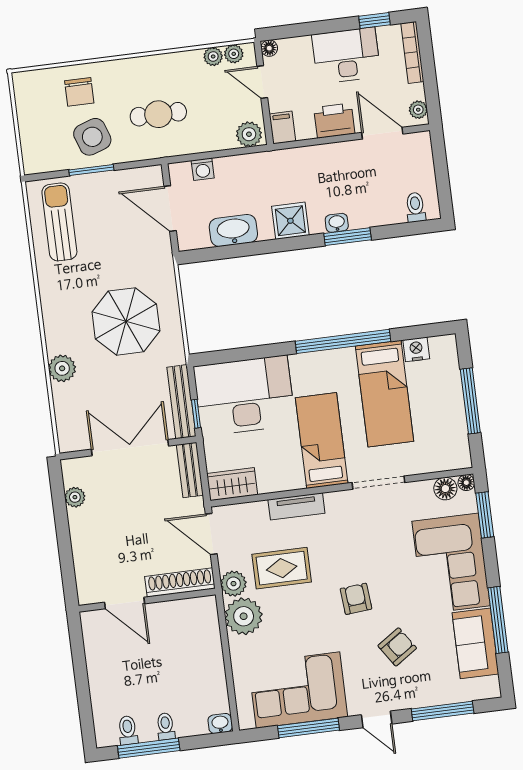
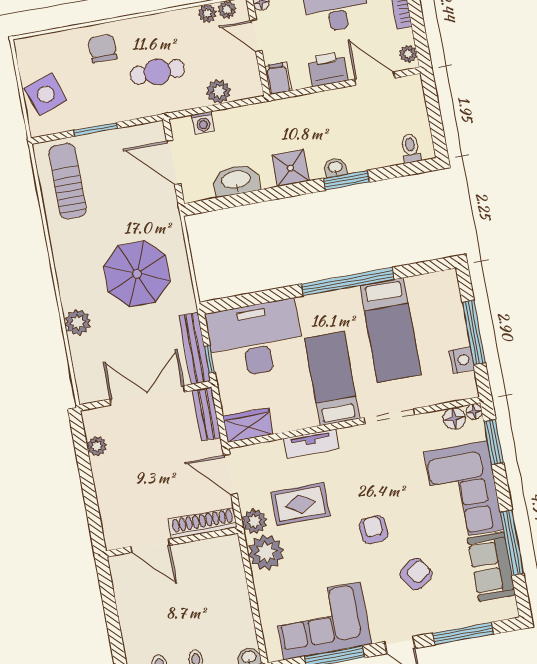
chair: (79, 92) -> (103, 49), moved, turned 180
plant: (249, 134) -> (218, 92), moved
side table: (92, 137) -> (46, 94), moved
nightstand: (416, 349) -> (462, 360), moved, turned 90

